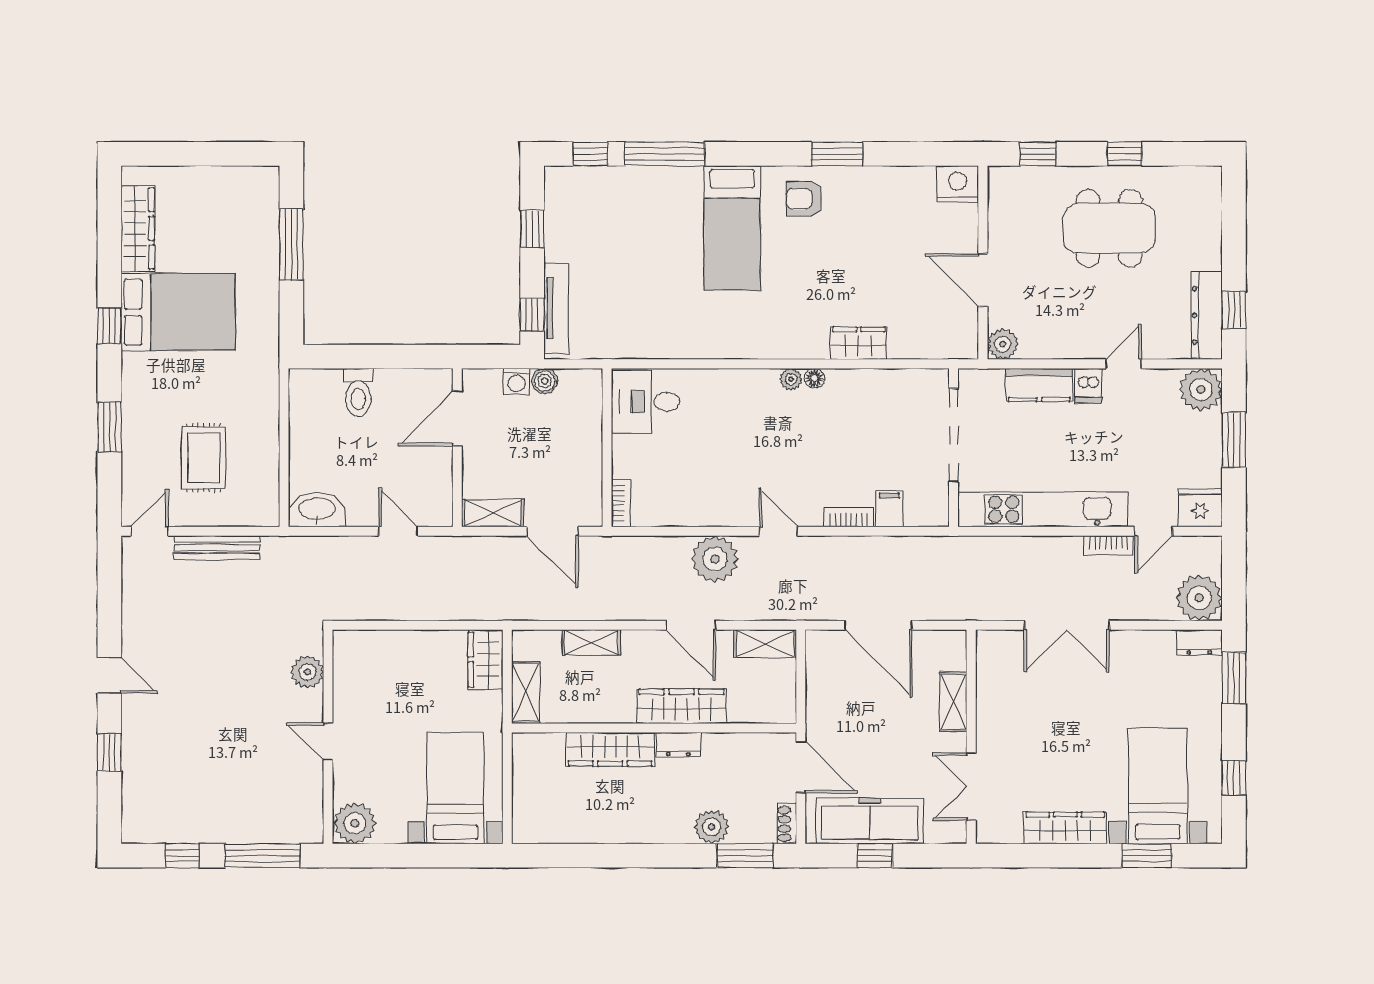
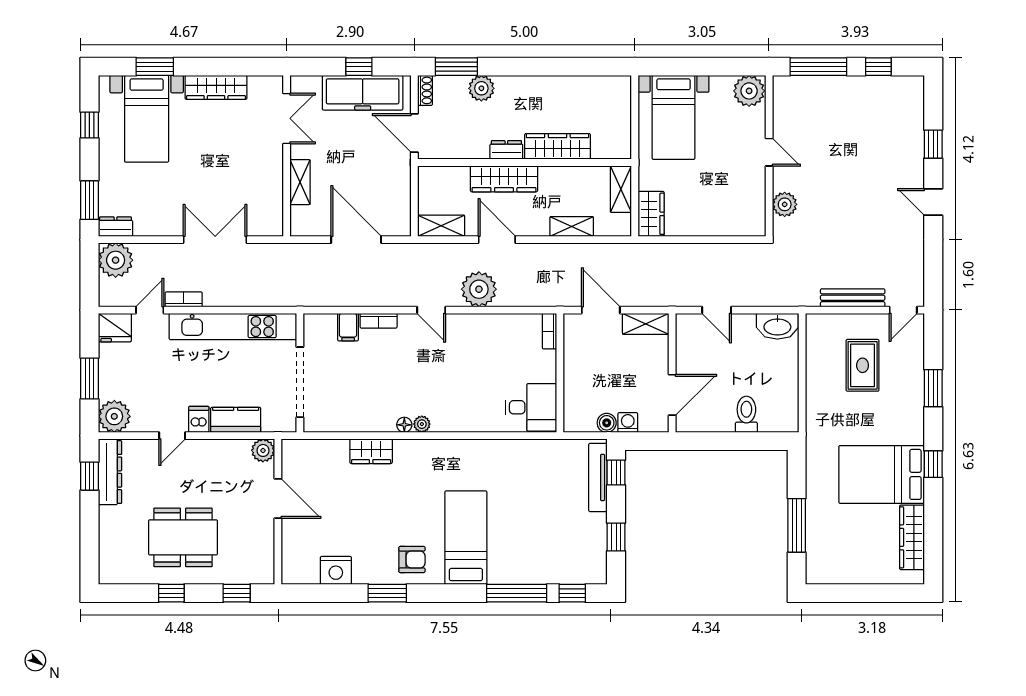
nightstand: (958, 184) -> (336, 570), moved

